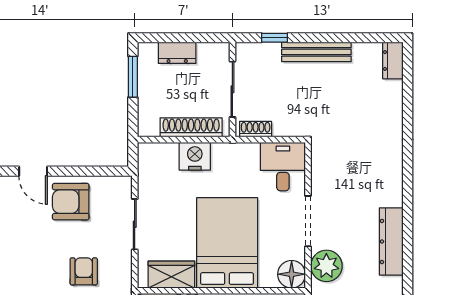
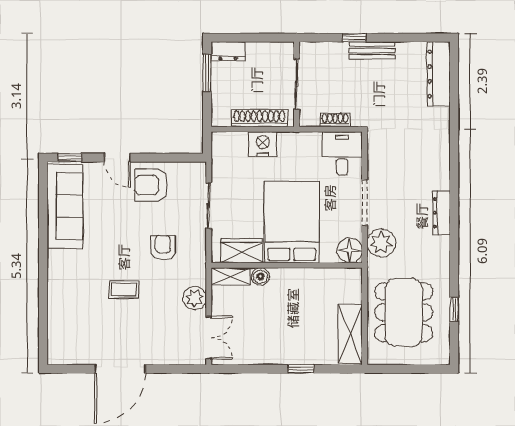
window: (274, 38) -> (354, 38), moved
bench: (316, 52) -> (372, 50), width x0.73
dresser: (177, 53) -> (228, 51), moved
dresser: (393, 61) -> (439, 74), width x1.96, depth x1.24
shoe rack: (256, 129) -> (335, 120), moved
dresser: (391, 241) -> (442, 213), width x0.73, depth x0.80

